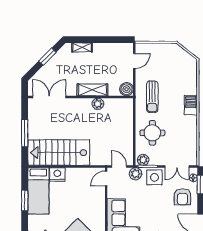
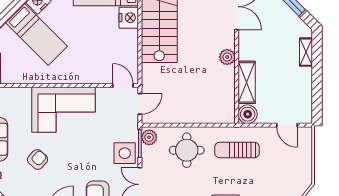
shelving: (92, 90) -> (247, 82), moved
plant: (98, 104) -> (227, 57), moved
plant: (136, 174) -> (130, 127), removed

